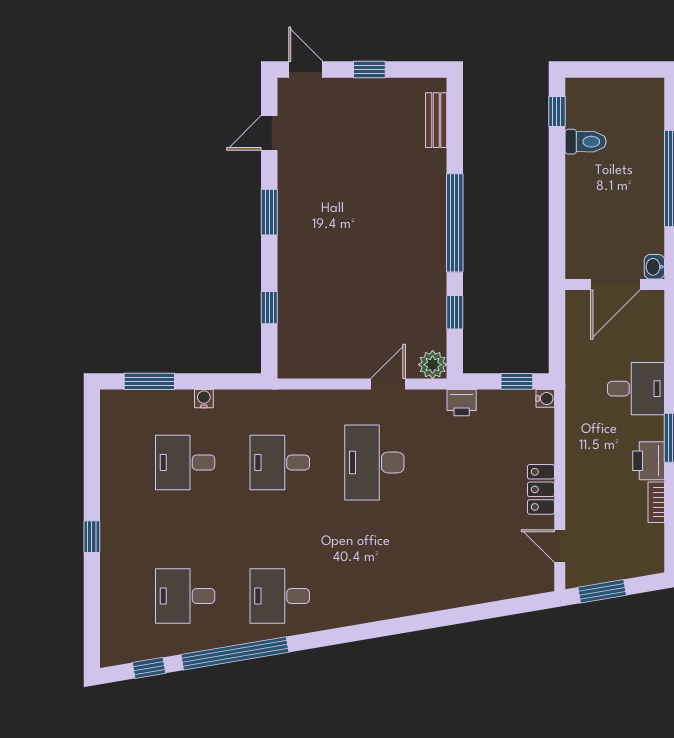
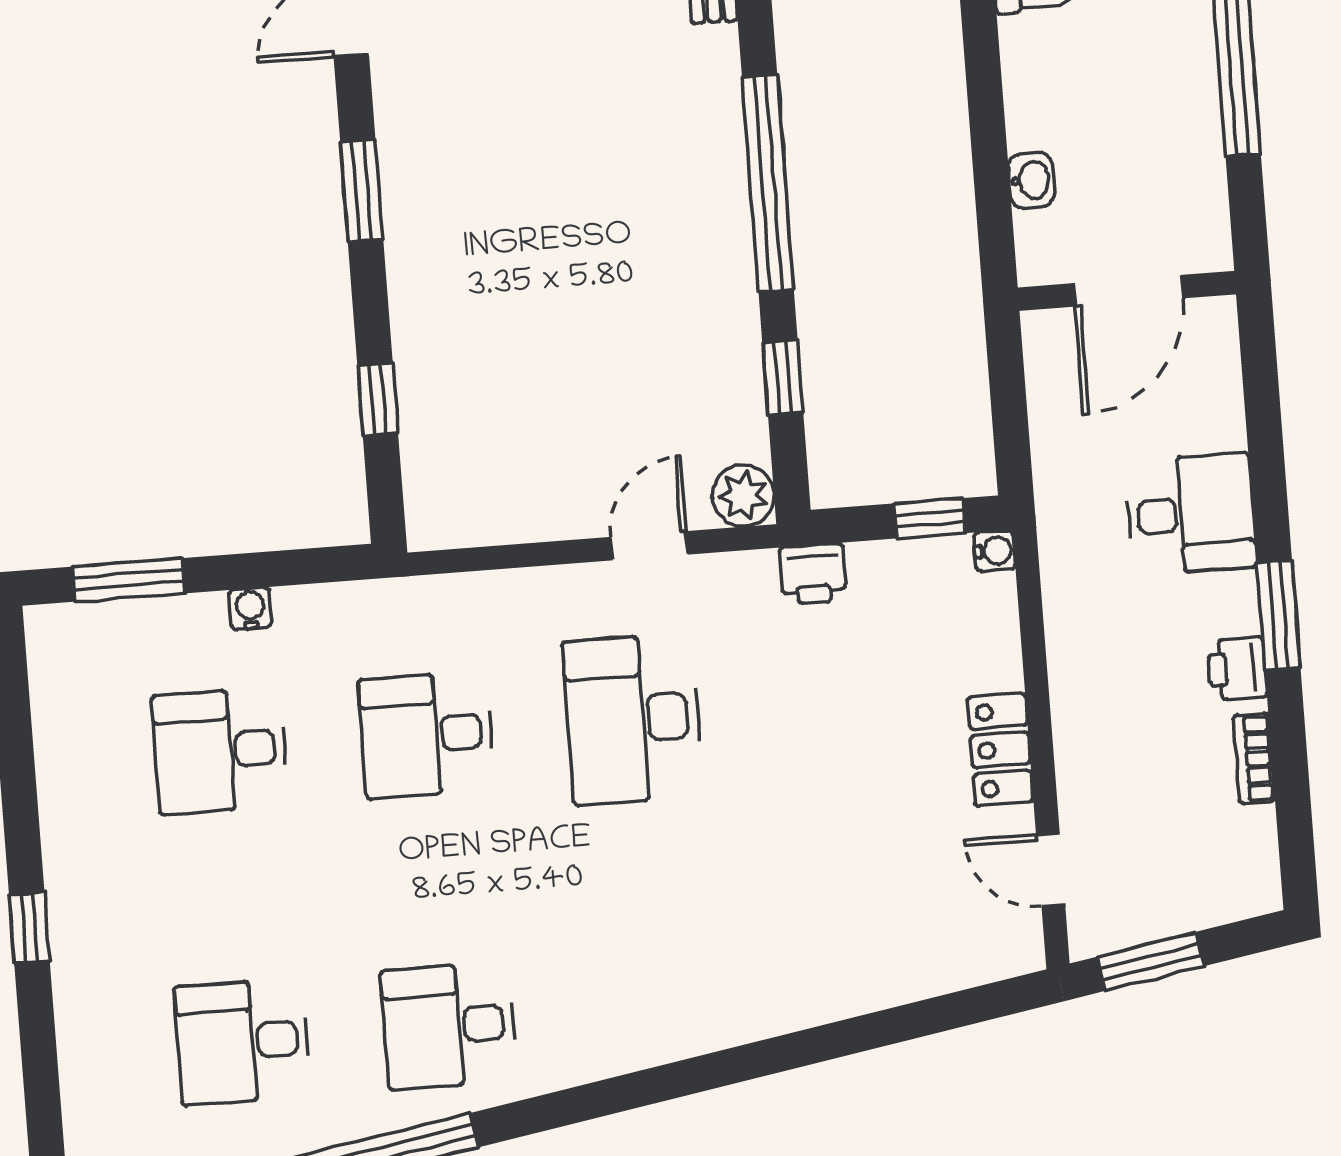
washbasin: (654, 267) -> (1031, 180), moved, turned 180
printer: (649, 461) -> (1237, 669), width x0.73, depth x0.81

